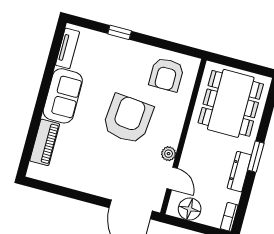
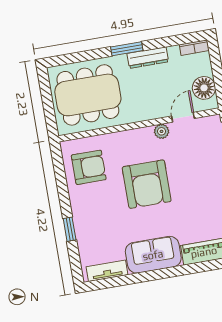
armchair: (128, 119) -> (147, 184), turned -95

